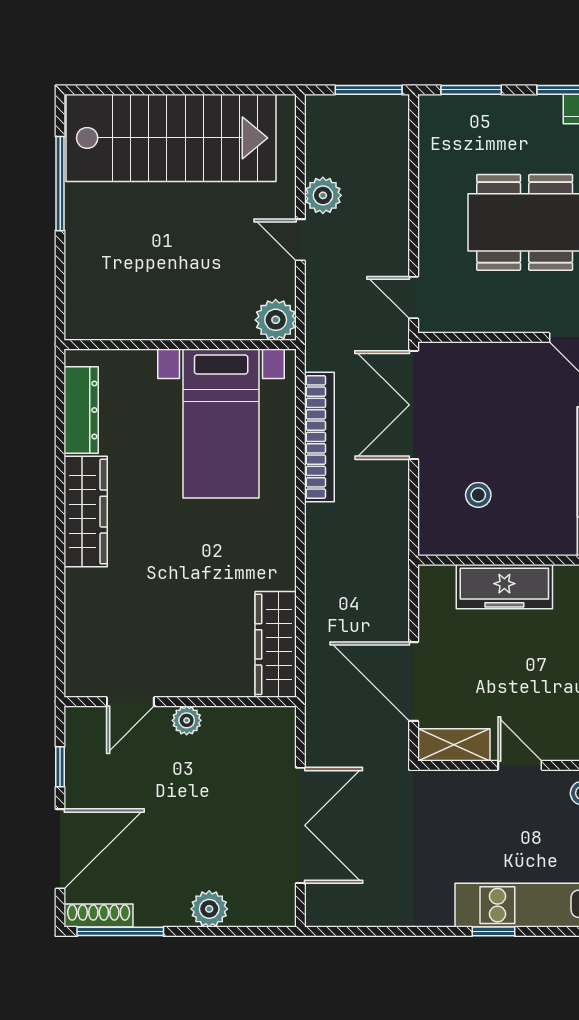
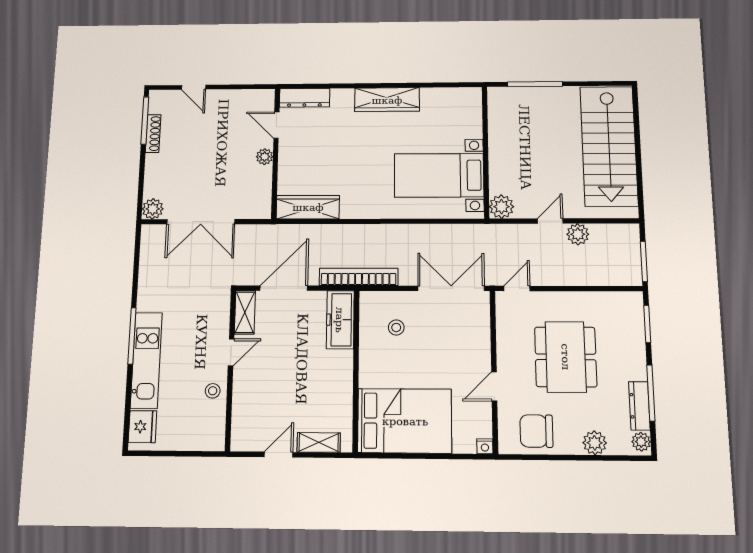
window: (60, 184) -> (535, 84), moved
dresser: (81, 410) -> (305, 98), moved
bookcase: (319, 437) -> (359, 277), moved, turned 180
freezer: (504, 587) -> (340, 320), moved
window: (60, 767) -> (240, 87), removed
door: (60, 849) -> (194, 87), width x0.53
plant: (209, 909) -> (153, 209), moved
shoe rack: (99, 916) -> (153, 134), moved
window: (493, 931) -> (132, 336), width x2.17

